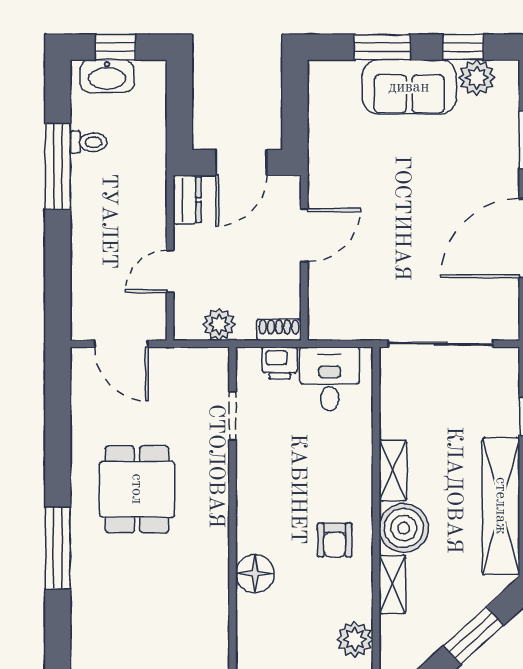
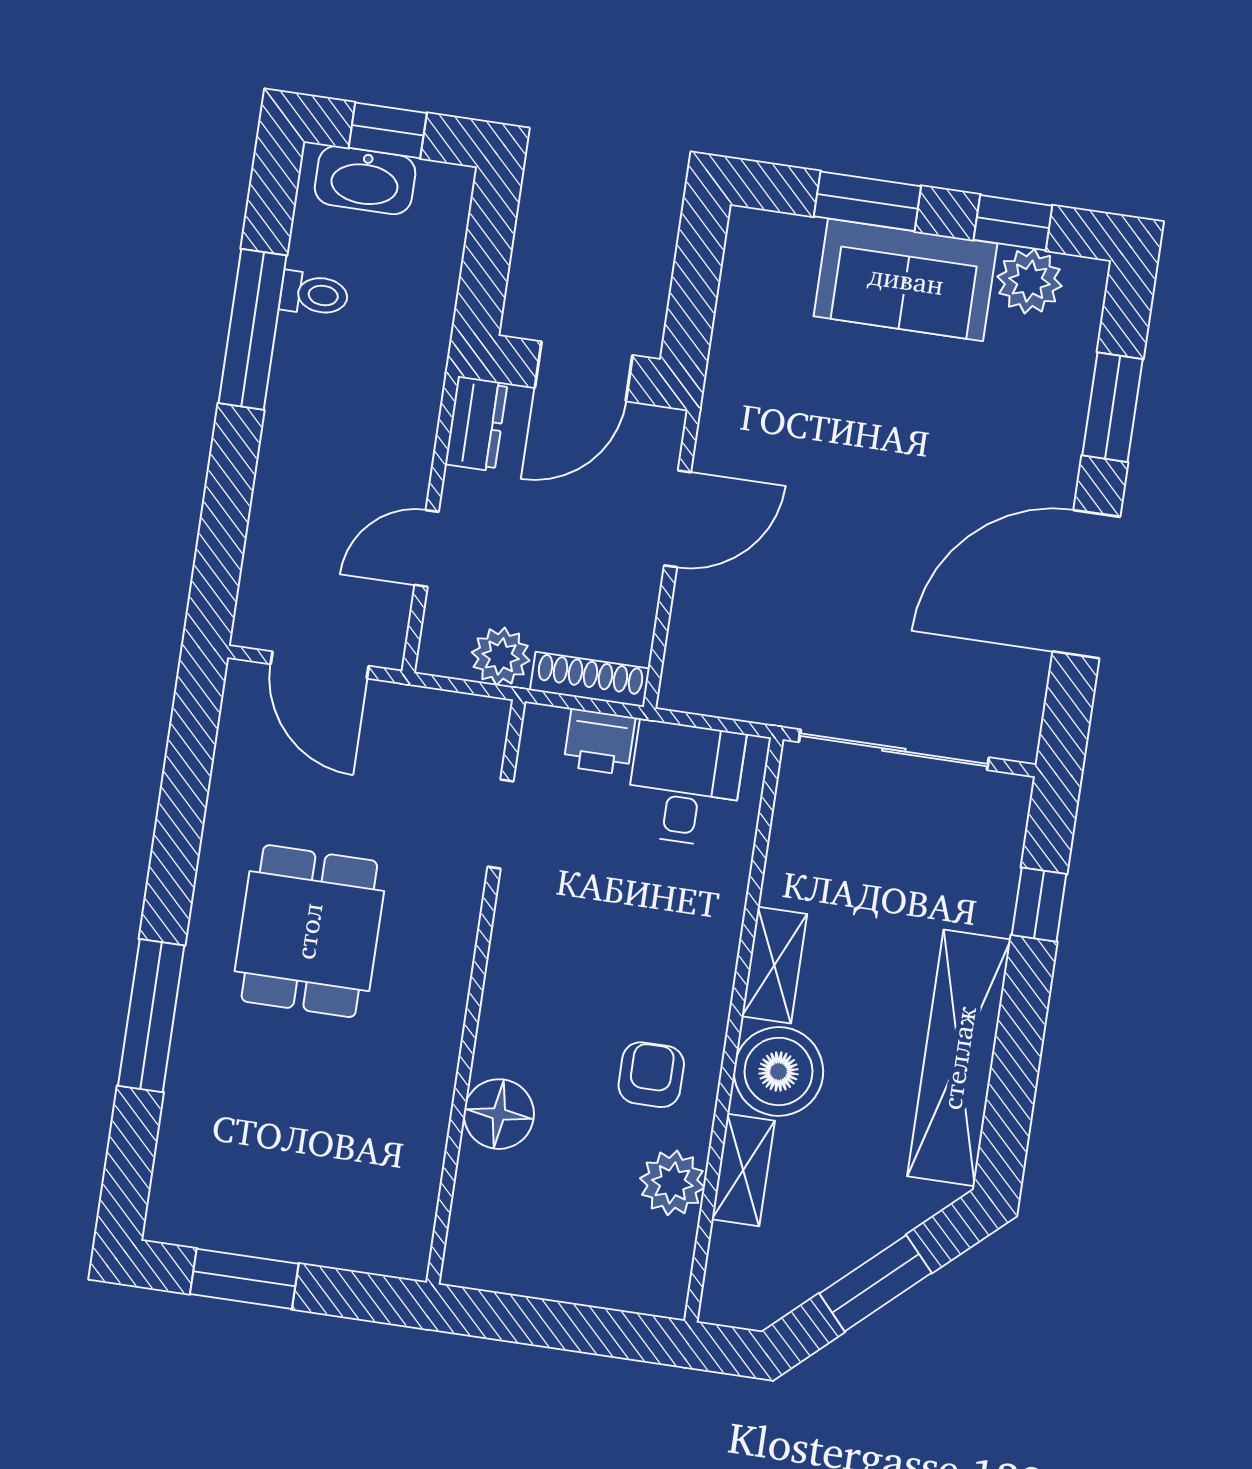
shoe rack: (279, 330) -> (590, 679), width x1.43
armchair: (335, 540) -> (651, 1075), turned 180
plant: (355, 639) -> (672, 1183), moved

